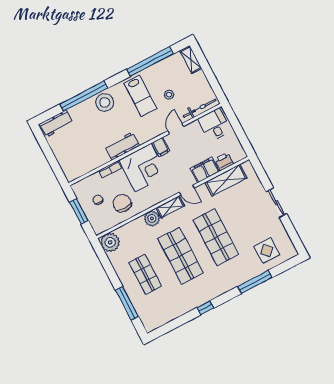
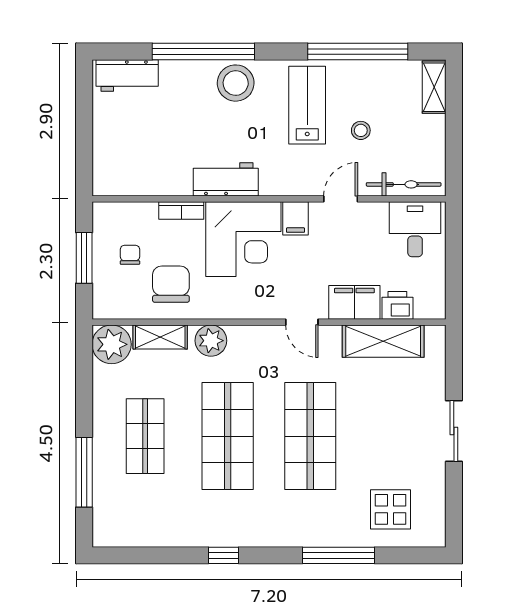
lab bench: (140, 96) -> (307, 105), turned 180
shelving: (170, 207) -> (160, 337), moved

